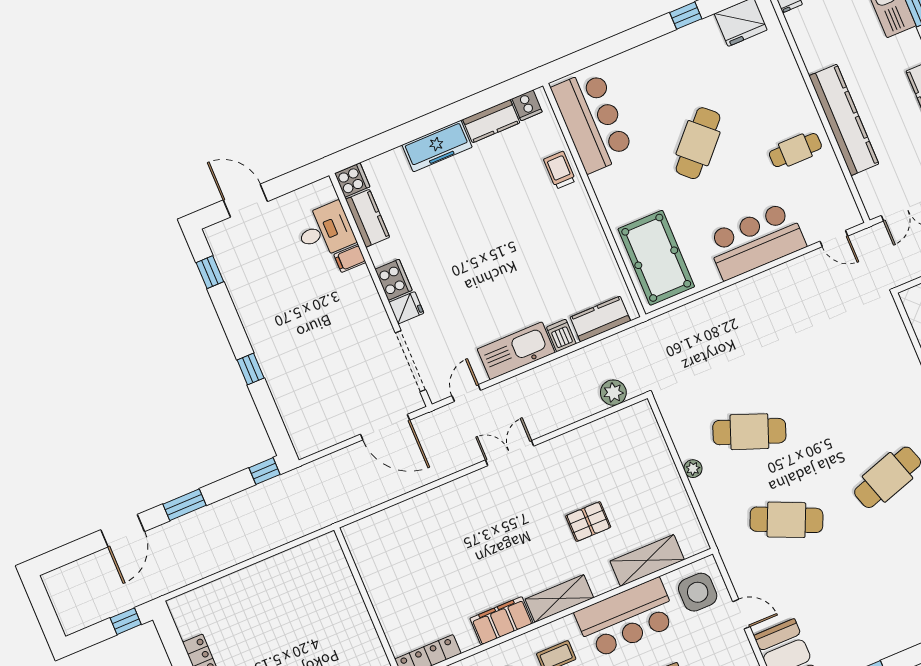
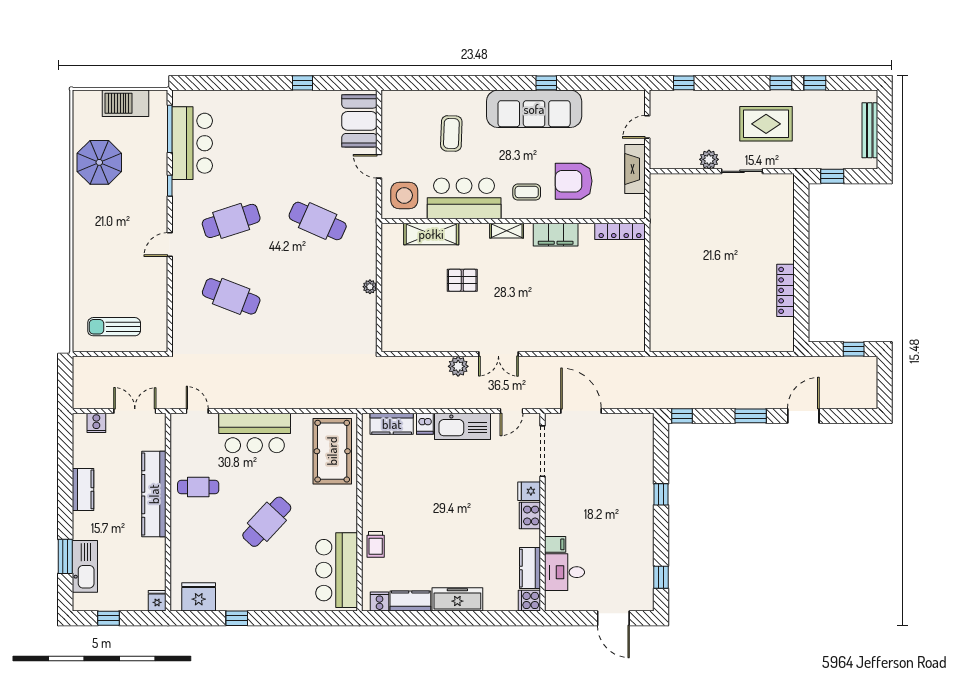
plant: (613, 393) -> (458, 366), moved
cafe table: (749, 432) -> (231, 296), moved
shelving: (559, 598) -> (507, 231), width x0.67, depth x0.75
window: (126, 621) -> (854, 349), moved

